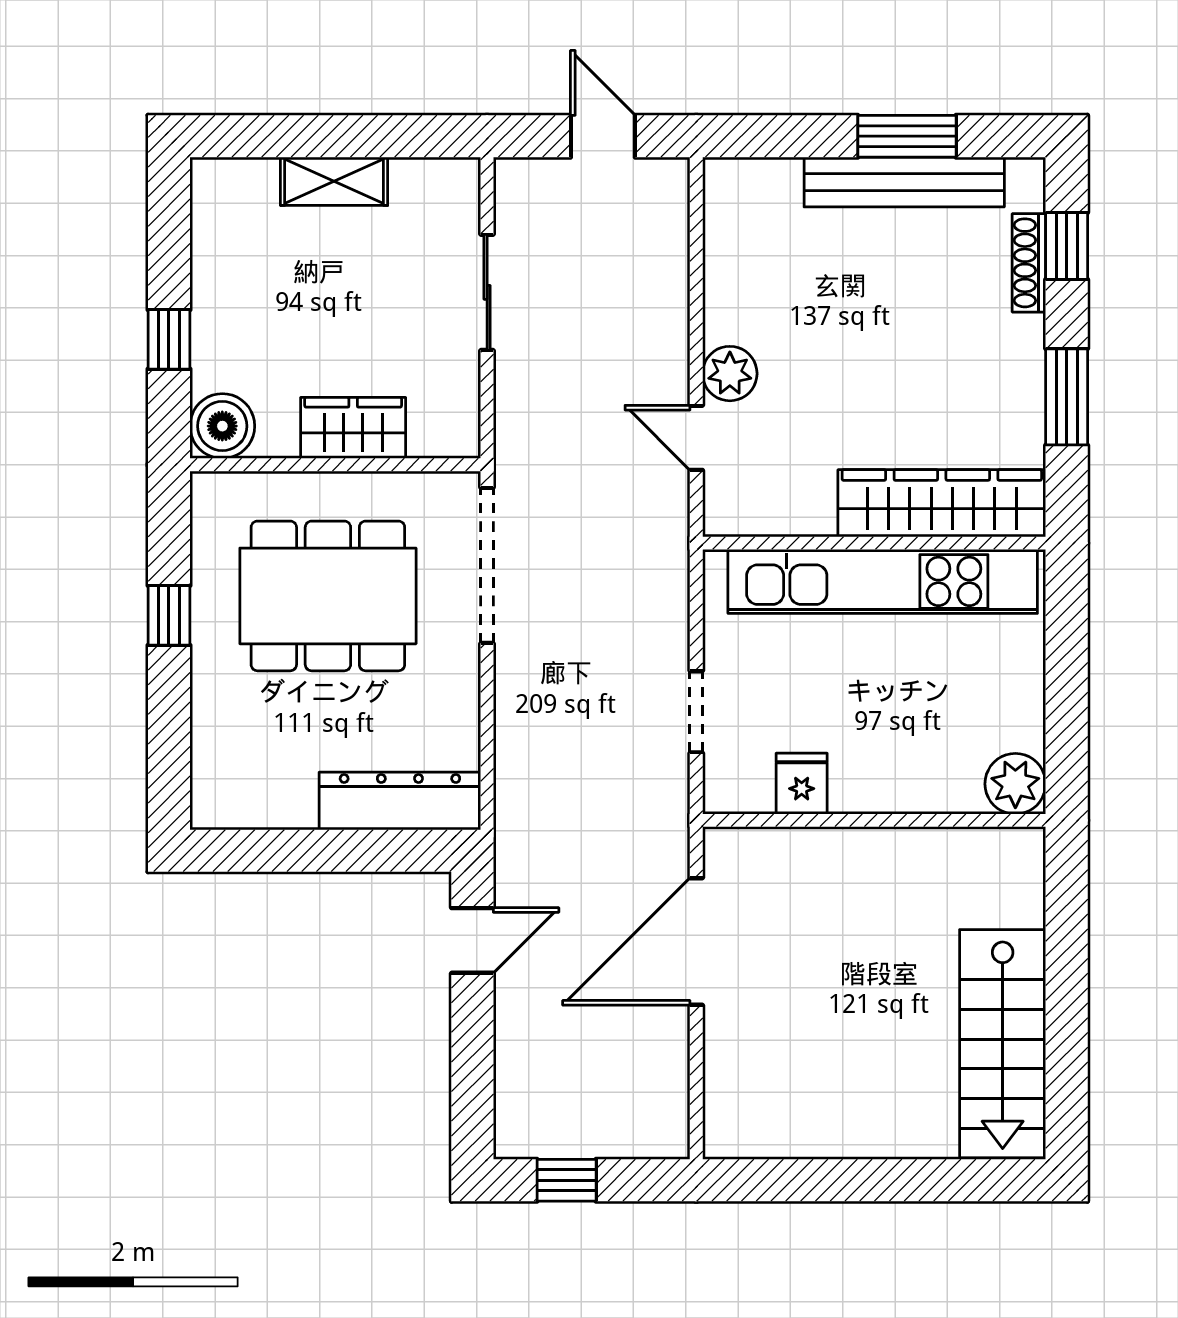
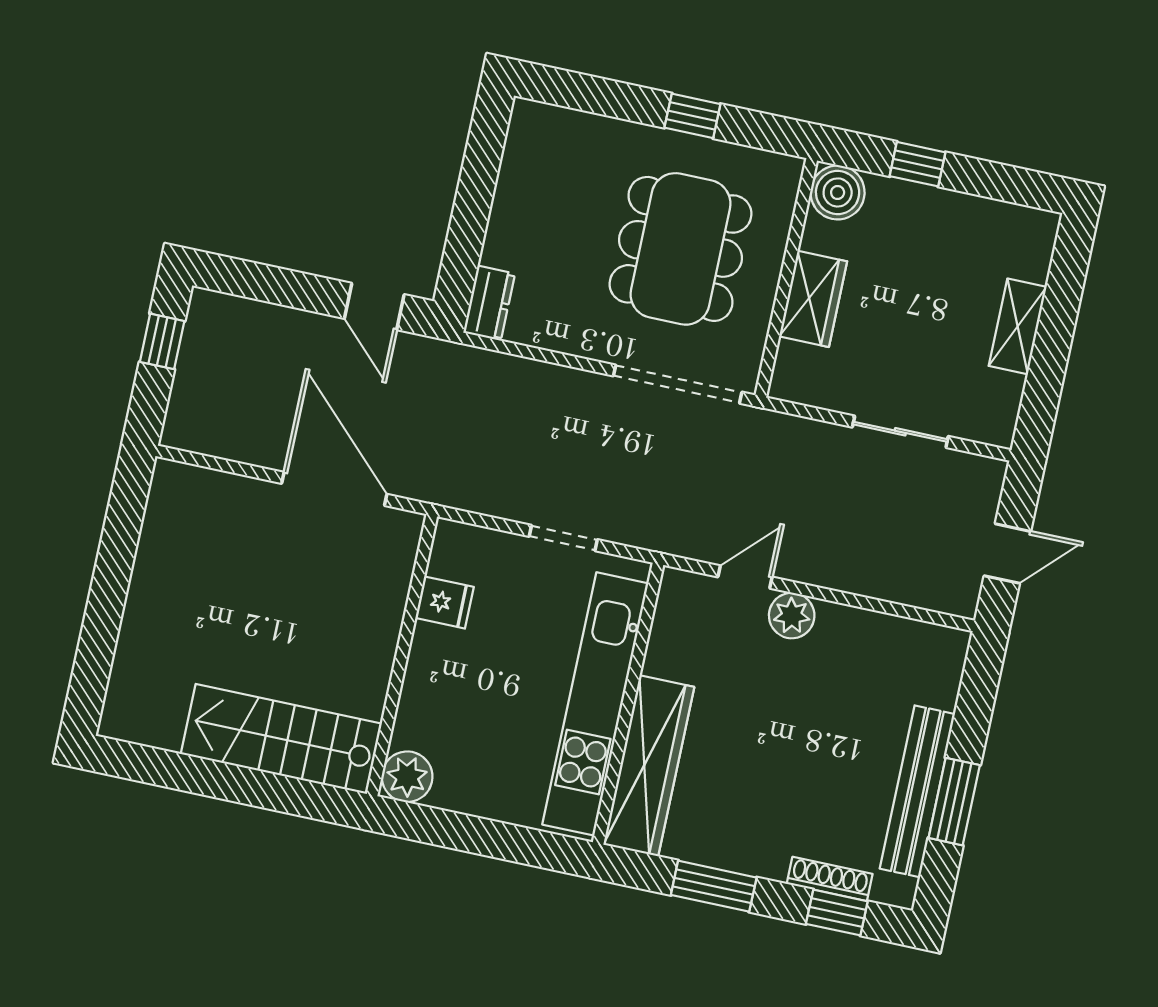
doorway: (696, 712) -> (563, 538), moved
dresser: (400, 801) -> (489, 303), width x0.51, depth x0.80
stairs: (1003, 1044) -> (281, 739), moved

